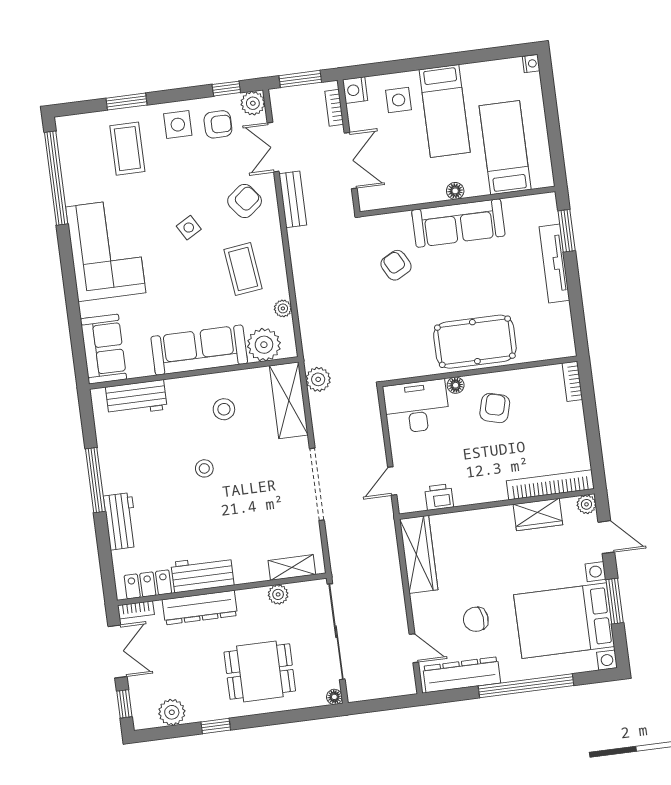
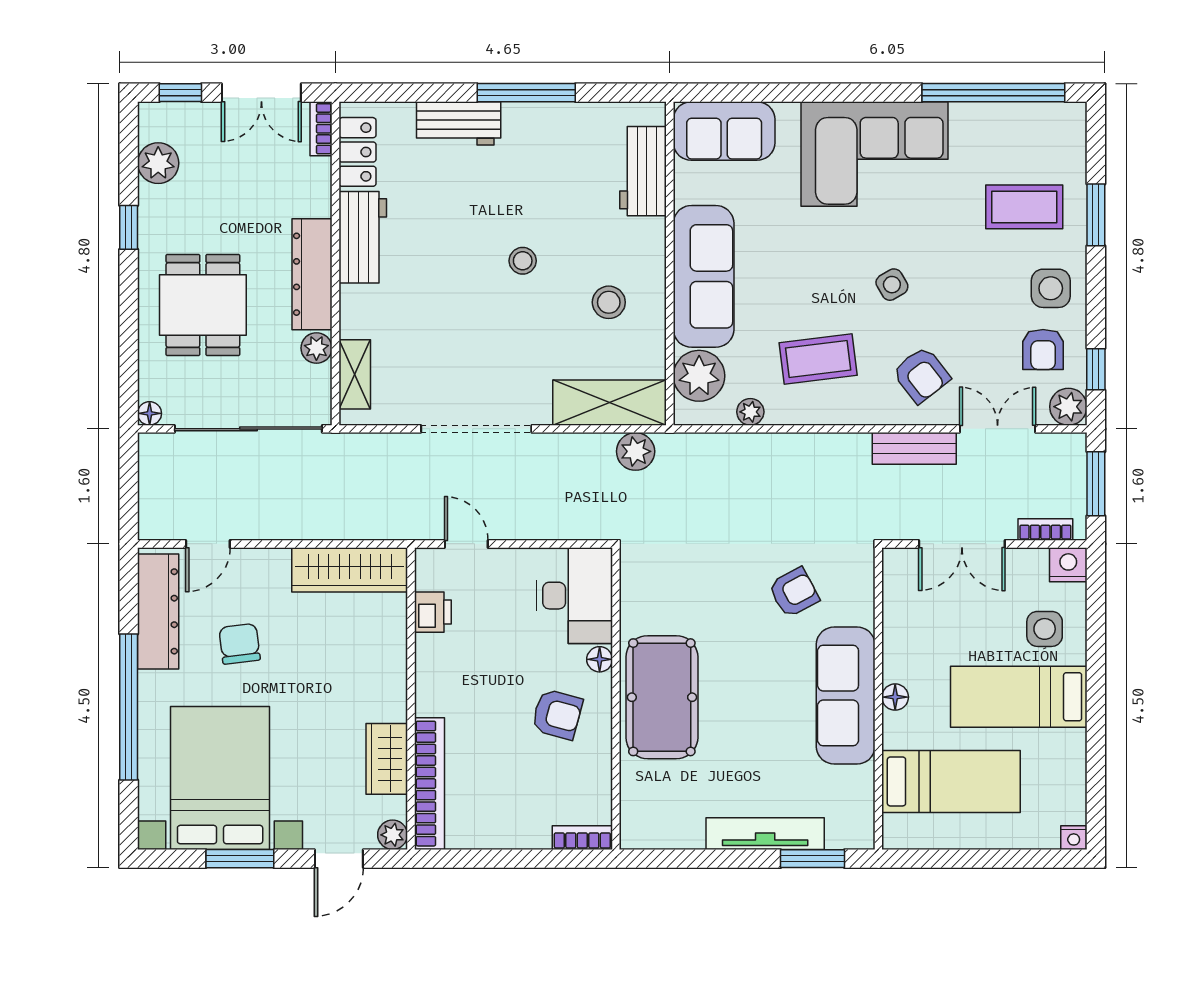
dresser: (200, 608) -> (312, 274), moved

